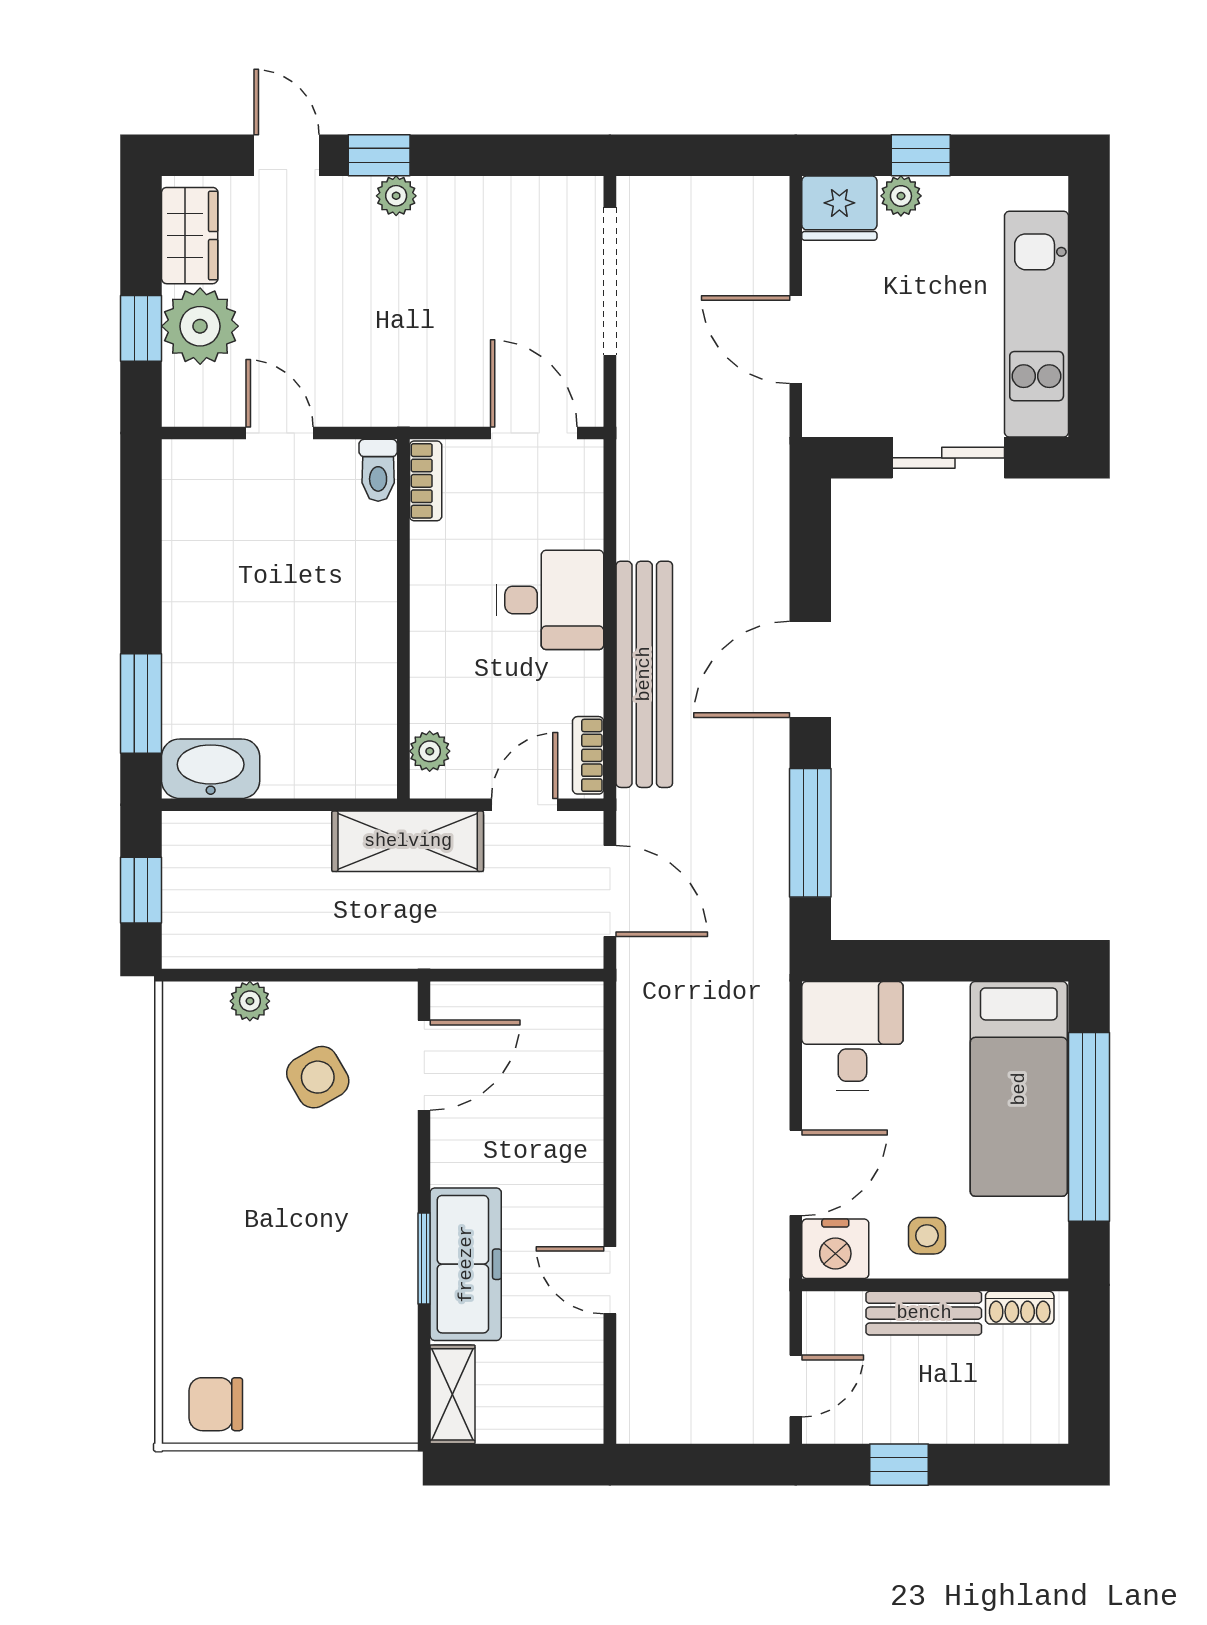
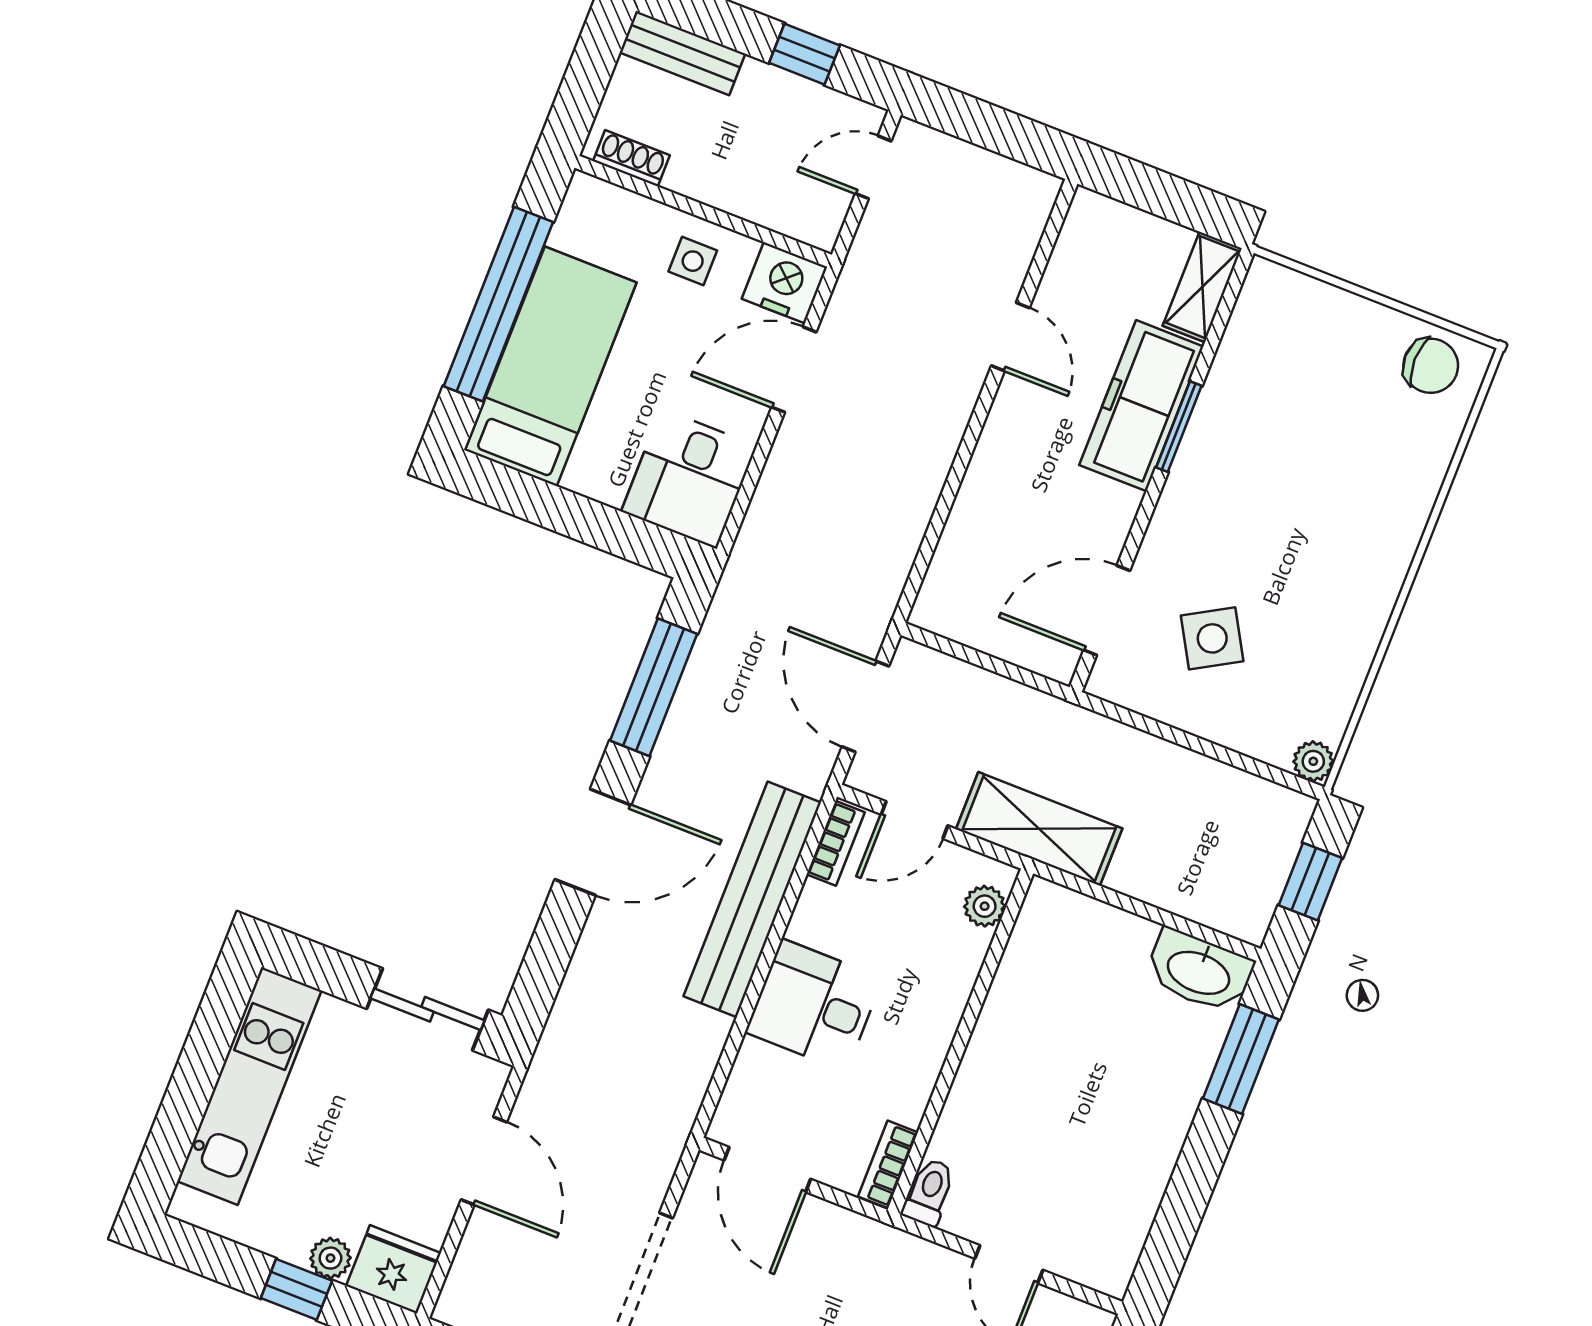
sliding door: (948, 458) -> (427, 1009), moved
plant: (250, 1001) -> (1313, 761), moved
bench: (924, 1313) -> (683, 53), moved

